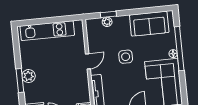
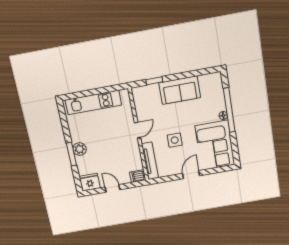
plant: (107, 22) -> (154, 89), removed
sofa: (149, 24) -> (180, 90), moved
side table: (126, 57) -> (175, 140), moved

